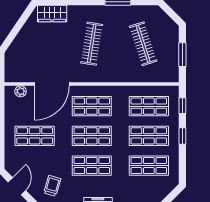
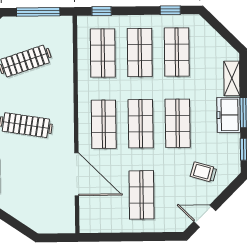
window: (182, 55) -> (38, 12), width x1.44
plant: (21, 91) -> (86, 213), removed
window: (182, 136) -> (170, 10), moved

